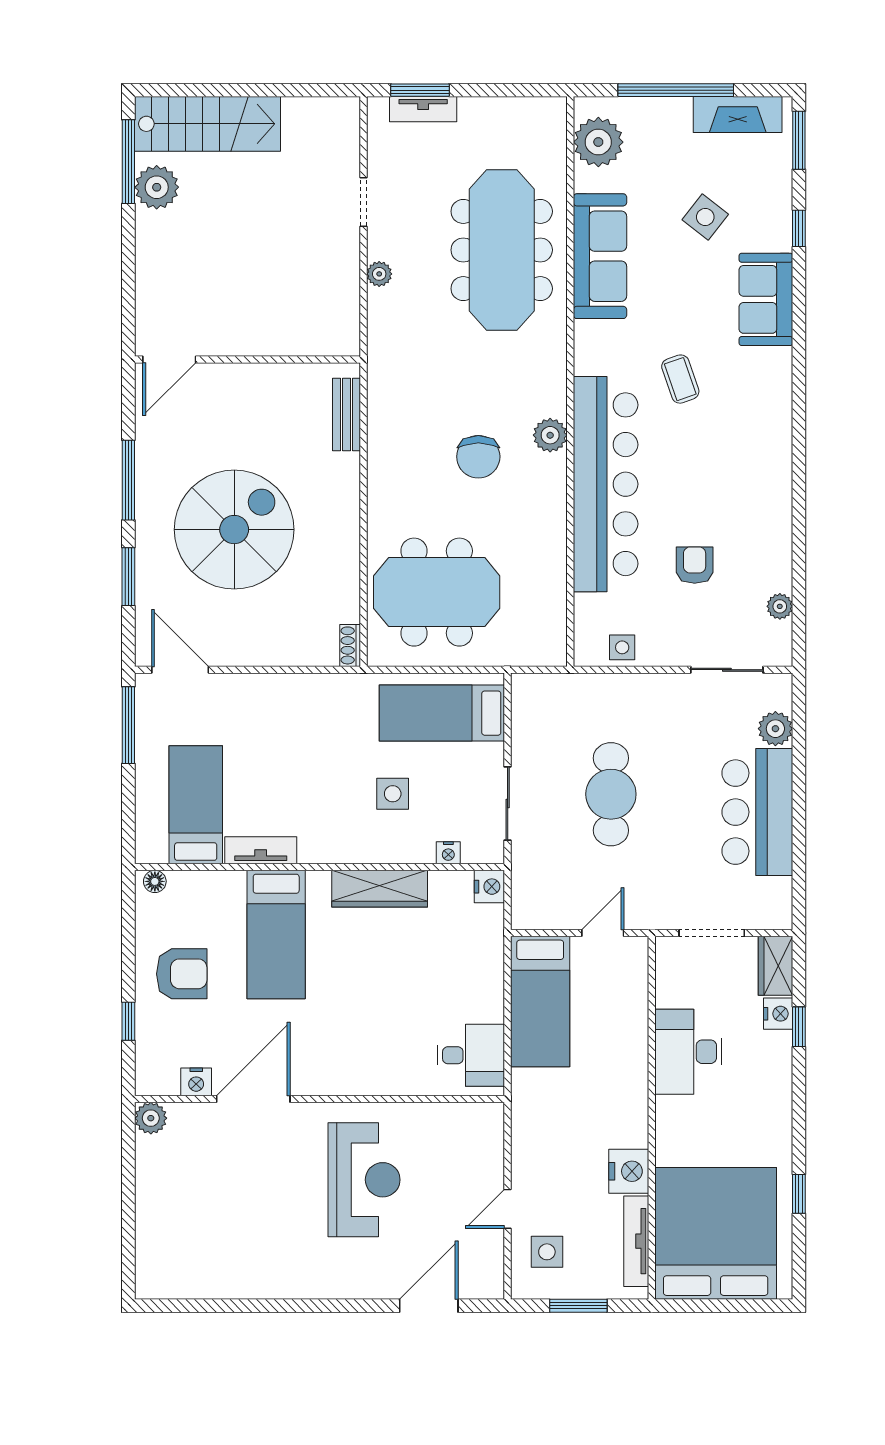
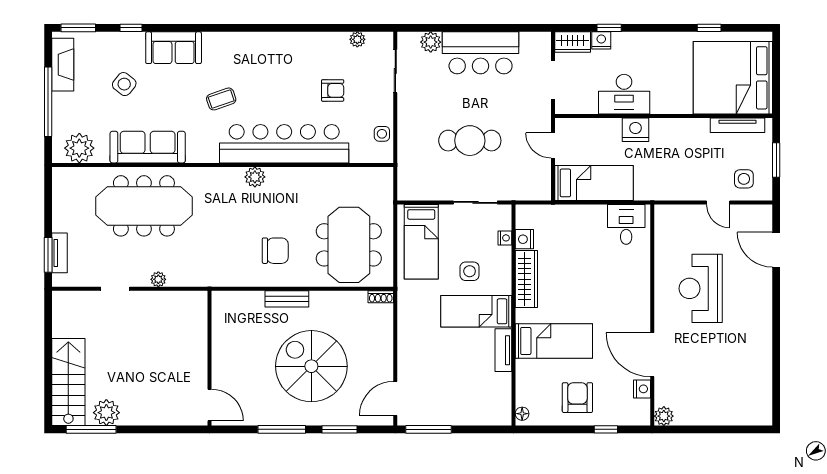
bench: (346, 415) -> (287, 299), moved
chair: (478, 457) -> (275, 251), moved
armchair: (695, 565) -> (333, 90), turned 180
bed: (196, 805) -> (476, 311), moved
nightstand: (489, 887) -> (524, 239), moved, turned -90
nightstand: (629, 1171) -> (635, 130), moved
reception desk: (364, 1180) -> (701, 288), turned -90

